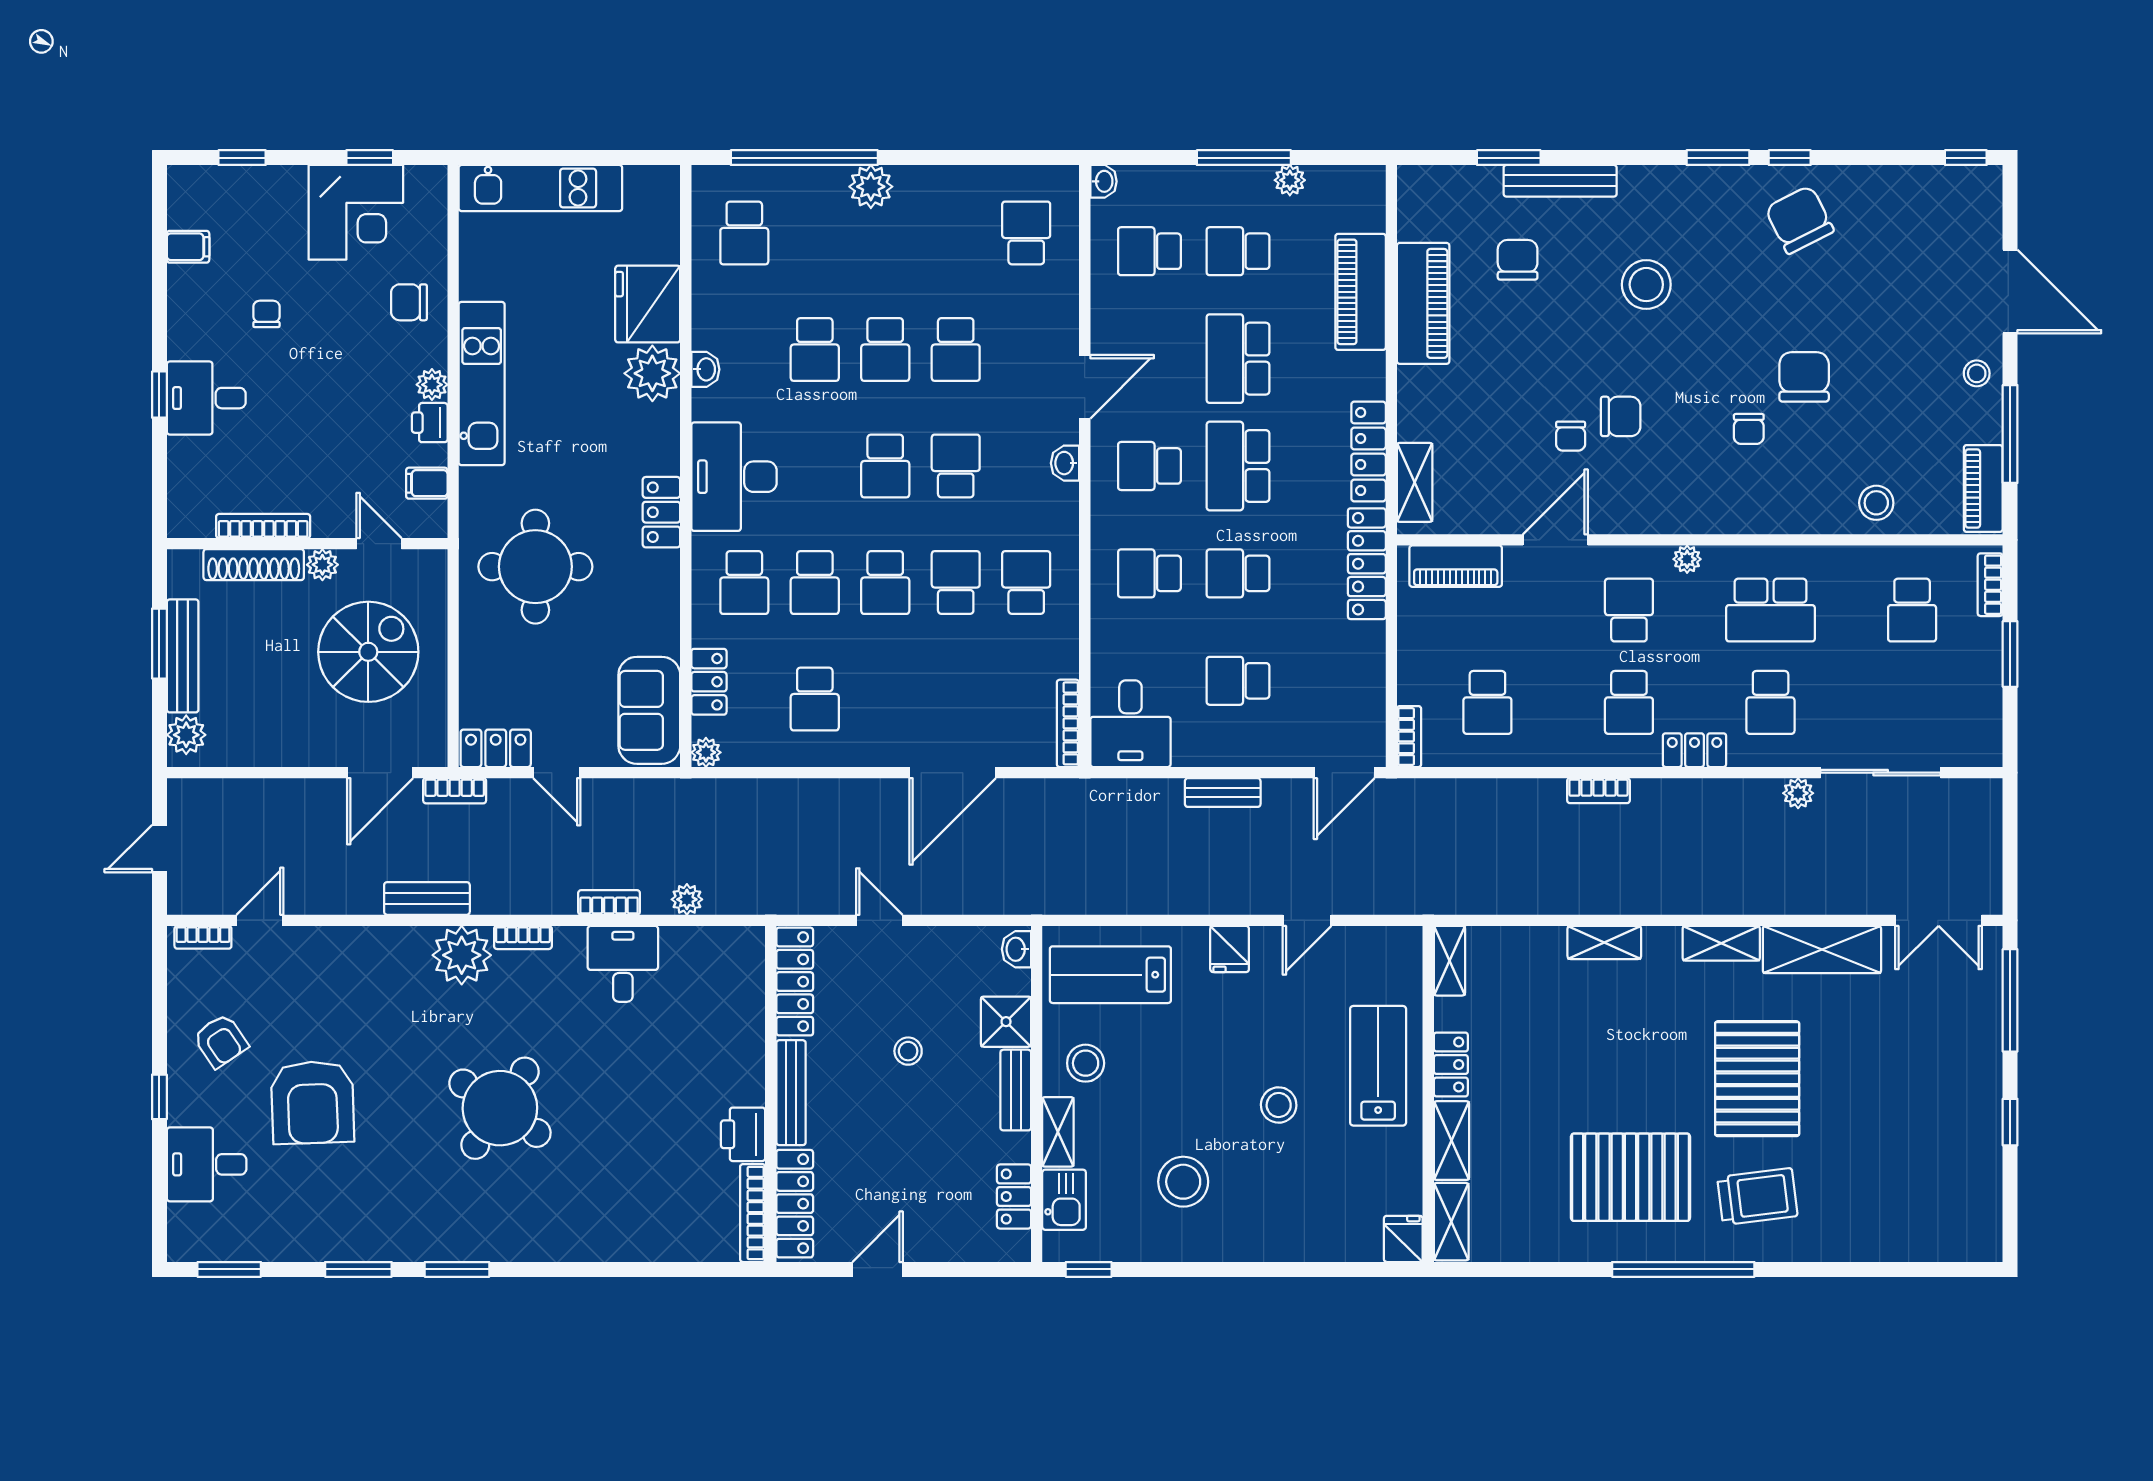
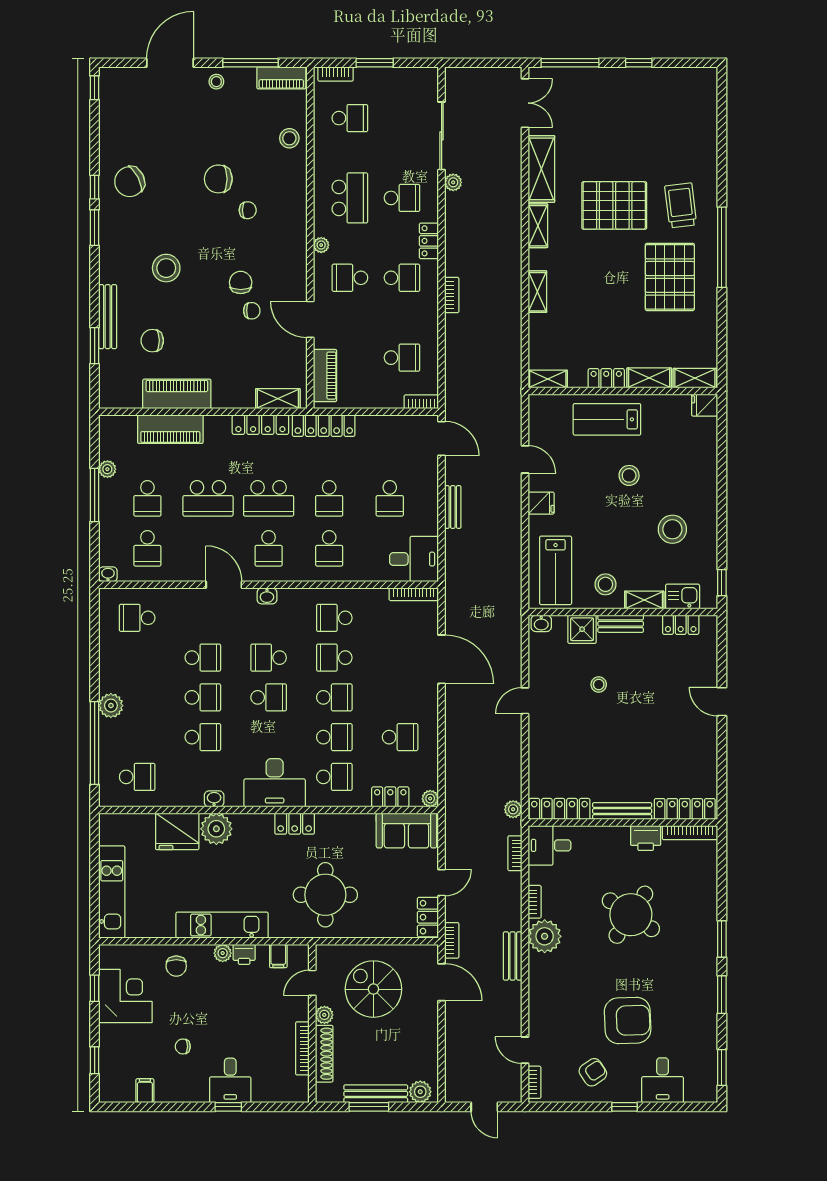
locker: (795, 982) -> (559, 809), moved
bench: (791, 1093) -> (622, 811), moved
wall: (771, 1094) -> (623, 822), moved
printer: (743, 1134) -> (646, 838), moved
locker: (795, 1204) -> (685, 809), moved
bookcase: (753, 1213) -> (690, 833), moved

